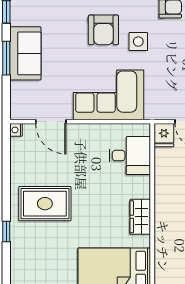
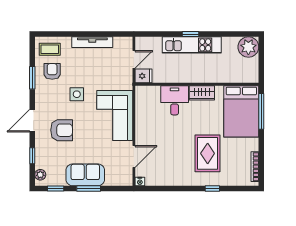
armchair: (103, 30) -> (62, 130), moved
desk: (130, 156) -> (175, 100), moved
rug: (45, 204) -> (208, 153), moved

